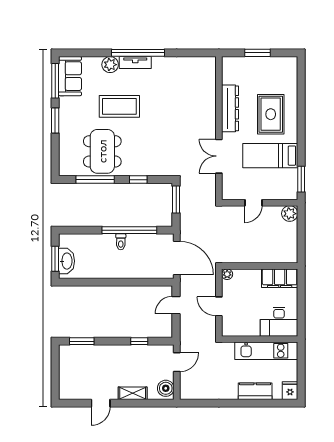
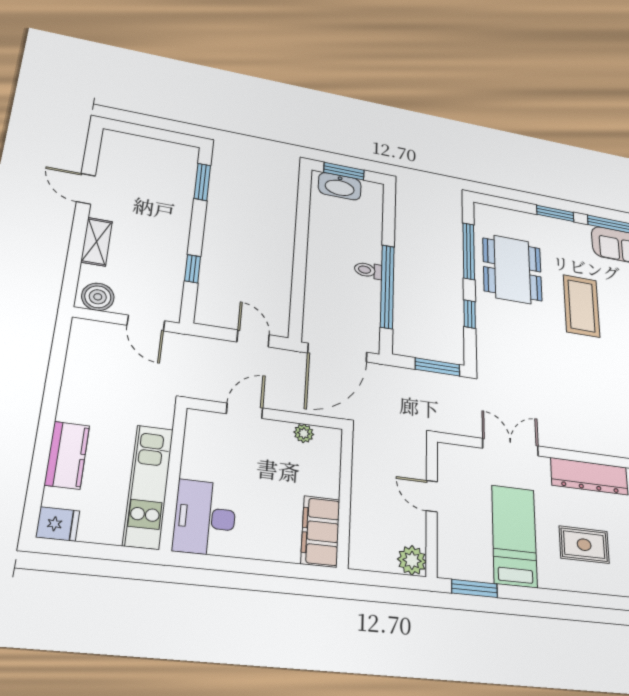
rug: (271, 114) -> (584, 545), width x0.73, depth x0.70
dining table: (102, 151) -> (512, 269), turned 90
wall: (260, 266) -> (345, 497), moved
filing cabinet: (280, 278) -> (320, 531), moved

